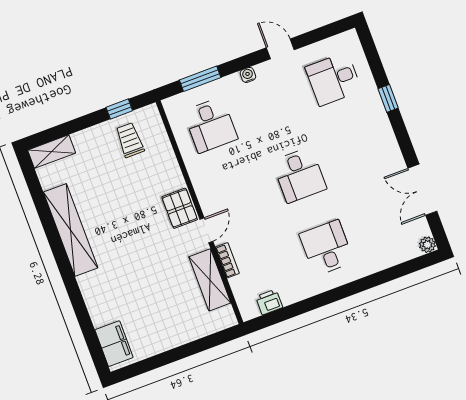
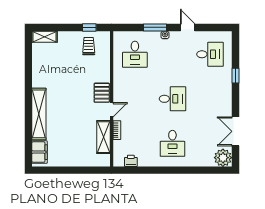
window: (200, 79) -> (155, 27), moved
desk: (333, 79) -> (210, 54), turned 180
desk: (299, 175) -> (172, 99), turned -90
shelving: (71, 230) -> (39, 114), moved
plant: (427, 245) -> (223, 158), width x1.88, depth x1.88
desk: (327, 248) -> (172, 143), turned 180

